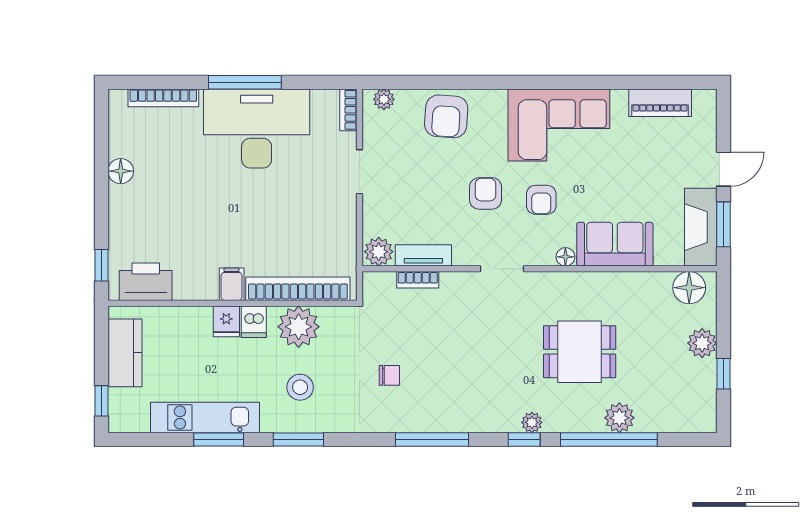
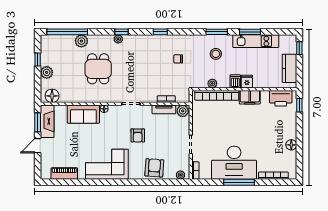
armchair: (541, 200) -> (114, 133), removed
filing cabinet: (232, 284) -> (250, 97), width x2.00
plant: (299, 327) -> (212, 83), width x0.53, depth x0.53
dining table: (580, 352) -> (98, 69), turned 90
window: (432, 439) -> (160, 32), width x0.46
window: (609, 439) -> (67, 32), moved

